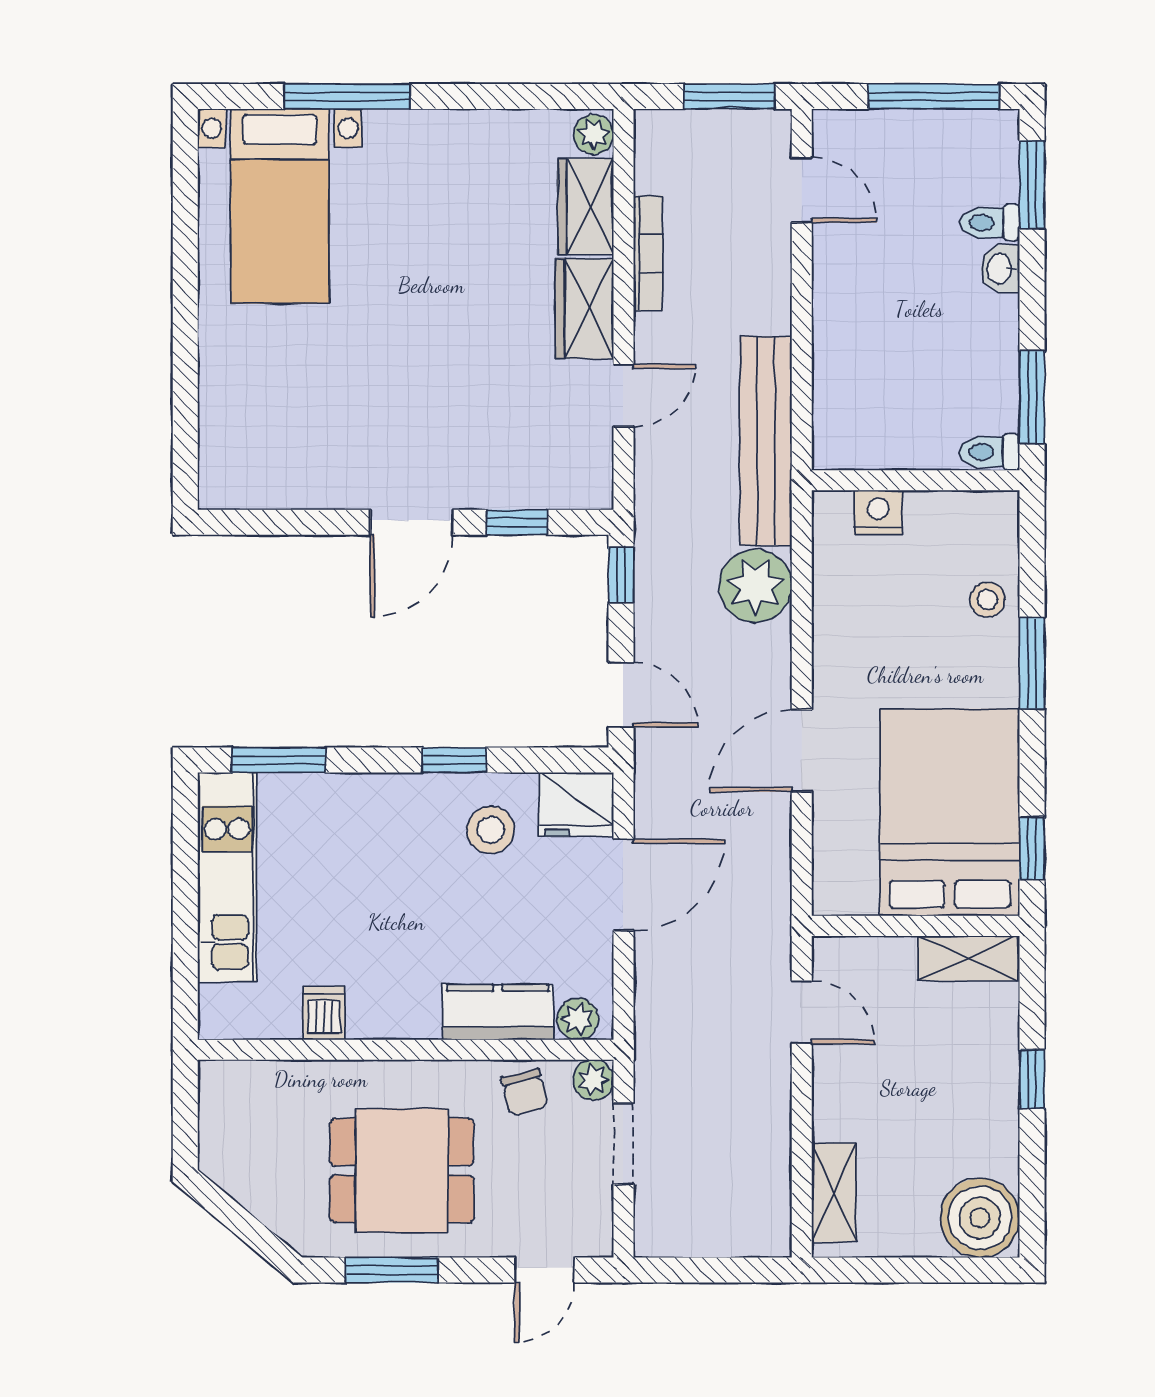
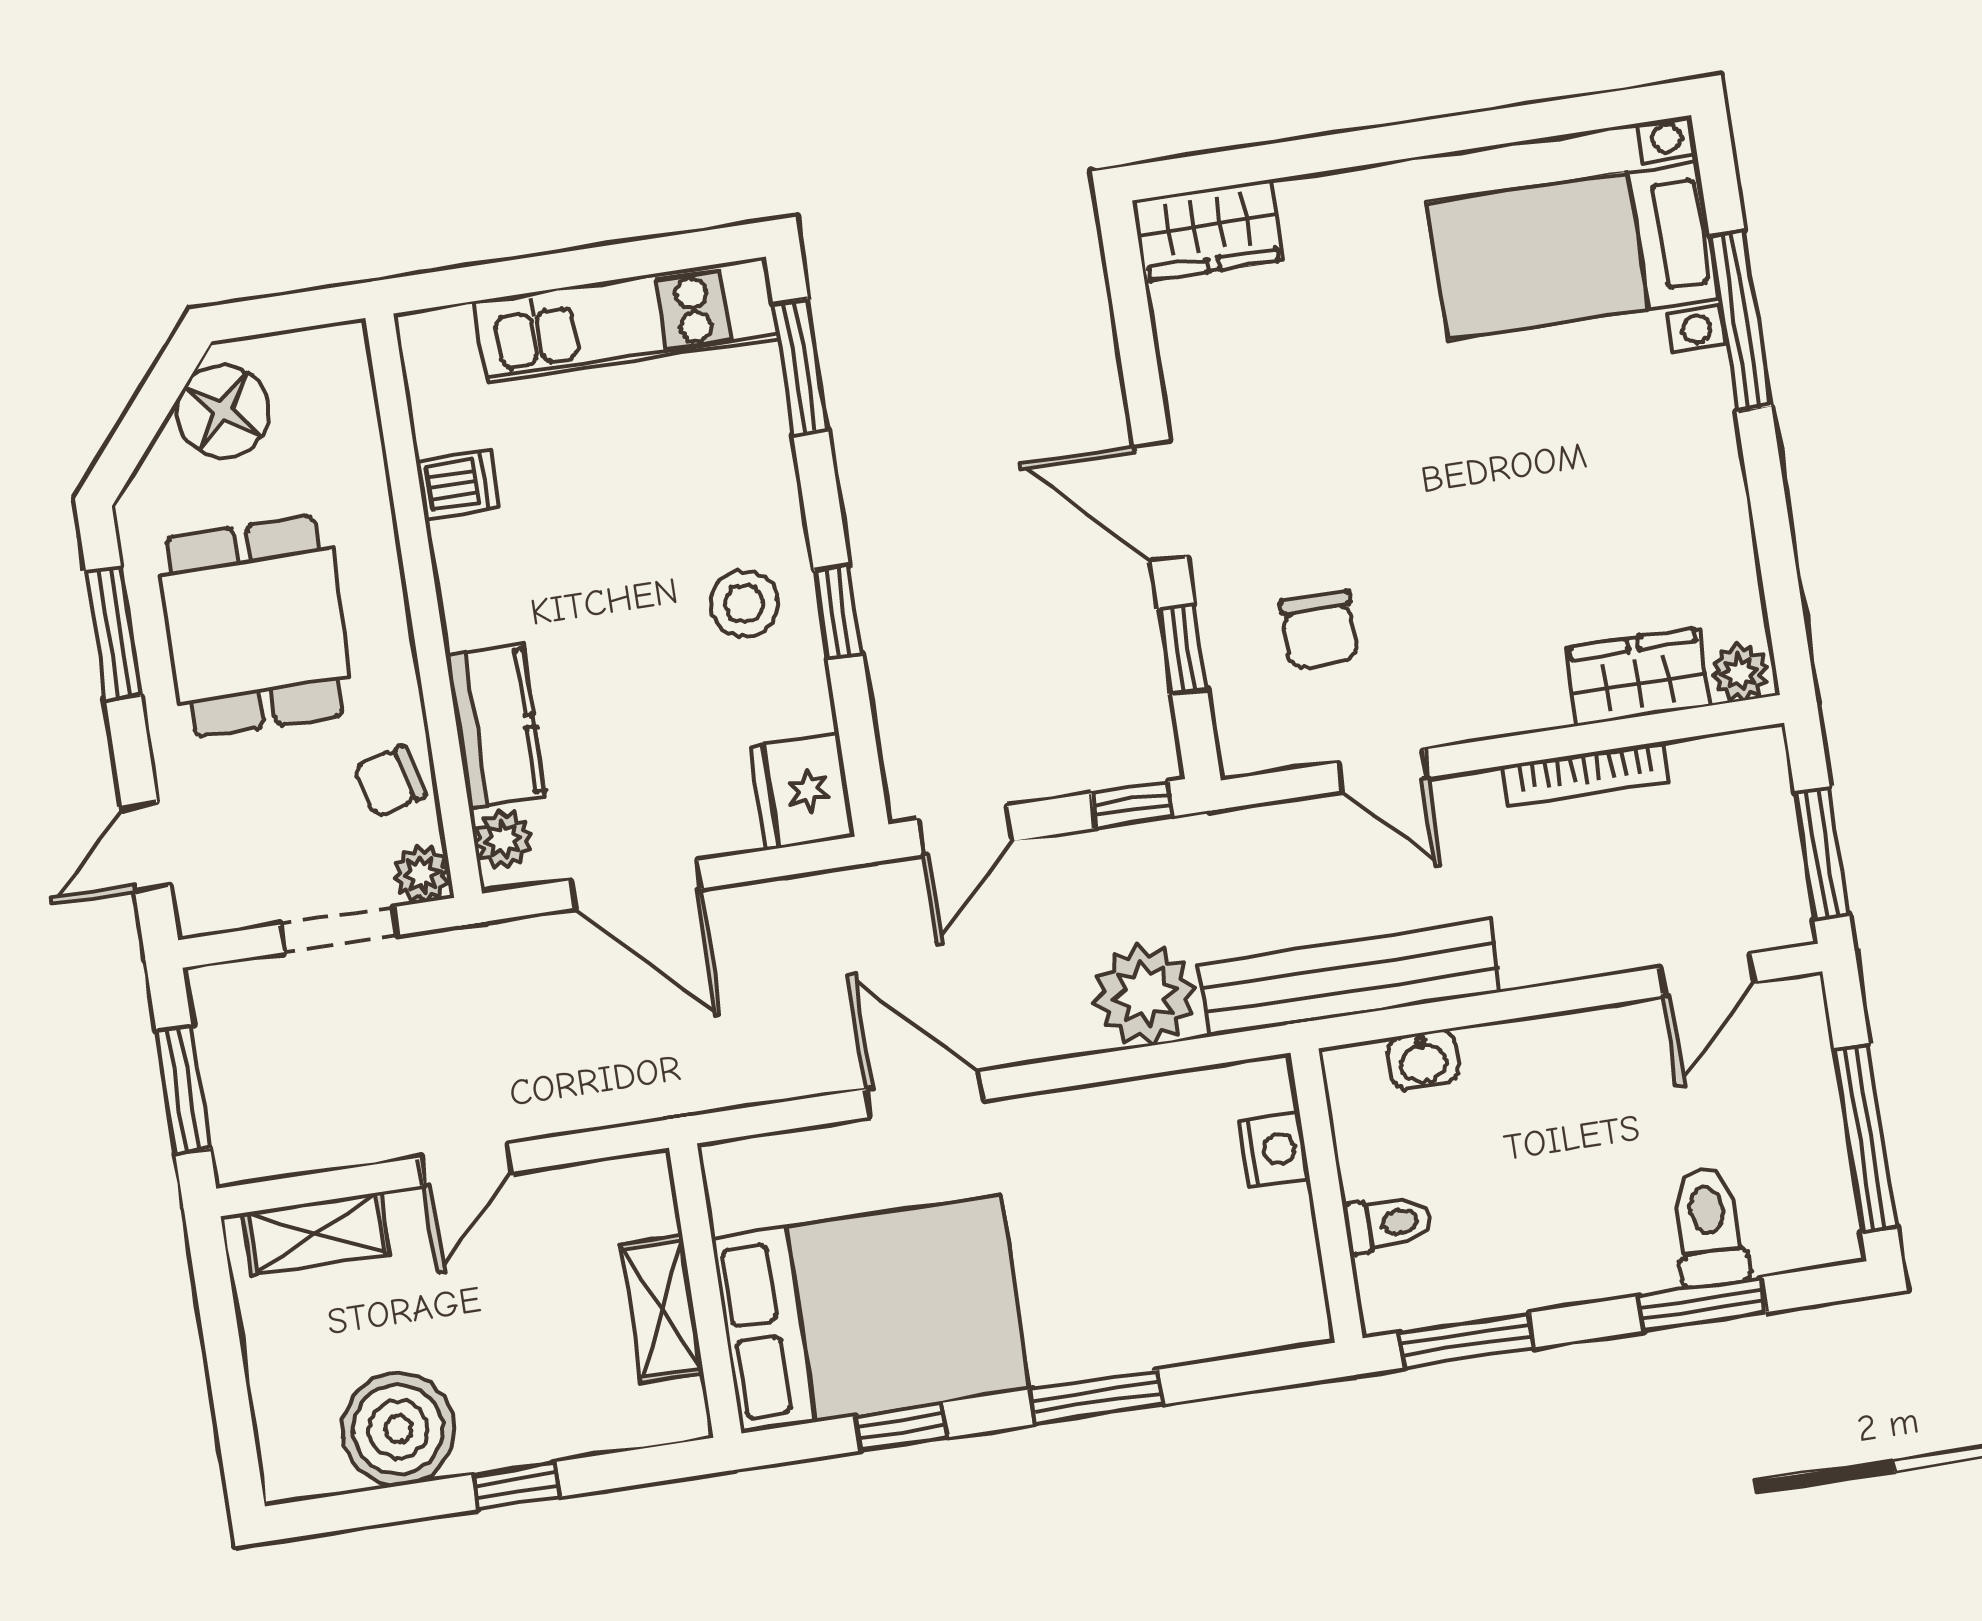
window: (1032, 185) -> (1702, 1304), moved
toilet: (990, 223) -> (1709, 1227), width x1.37, depth x1.39
washbasin: (1000, 269) -> (1423, 1060), moved, turned 180
wardrobe: (585, 309) -> (1208, 230), moved, turned 180
chair: (519, 425) -> (1319, 630), added
toilet: (990, 452) -> (1388, 1224), moved, turned 90
stool: (988, 599) -> (1176, 1321), removed
stool: (491, 830) -> (744, 604), moved
window: (1032, 849) -> (901, 1427), moved
door: (623, 885) -> (635, 884), moved
shelving: (968, 958) -> (662, 1309), moved
door: (802, 1013) -> (466, 1165), moved
floor lamp: (248, 1169) -> (223, 411), added
boiler: (980, 1218) -> (398, 1429), moved
door: (545, 1270) -> (146, 847), hinge flipped
window: (719, 1270) -> (183, 1090), added

